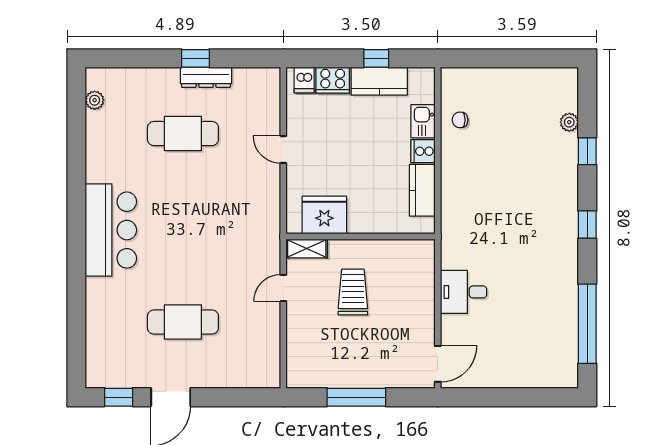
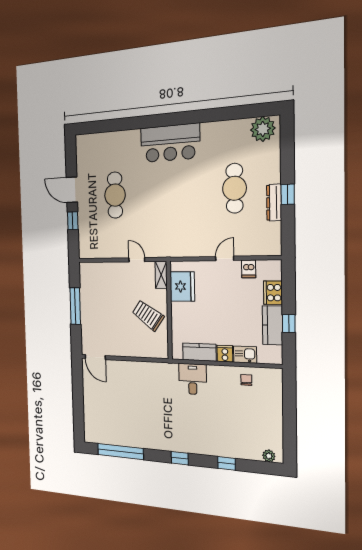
dishwasher: (304, 80) -> (249, 269), moved, turned -90
plant: (95, 100) -> (263, 129), width x1.88, depth x1.88
plant: (569, 122) -> (269, 456), moved
trolley: (353, 292) -> (148, 315), moved, turned -145
desk: (464, 292) -> (193, 379), moved
window: (119, 397) -> (73, 221), moved

